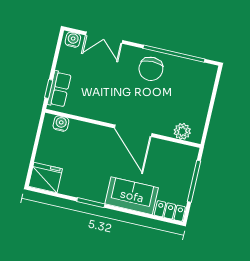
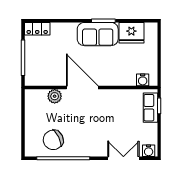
chair: (151, 69) -> (53, 140), moved, turned -116
plant: (182, 131) -> (55, 96), moved
fridge: (45, 178) -> (131, 33), moved
sofa: (132, 196) -> (98, 34), moved

